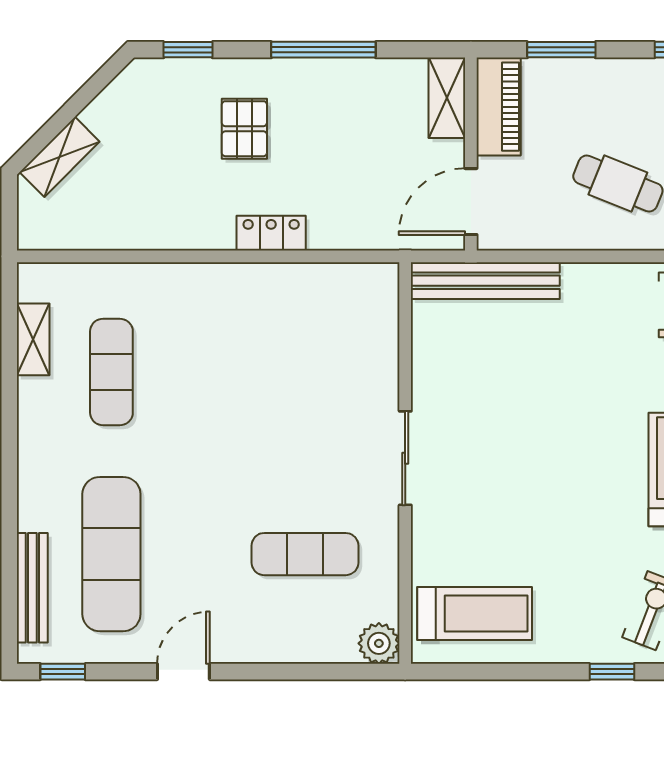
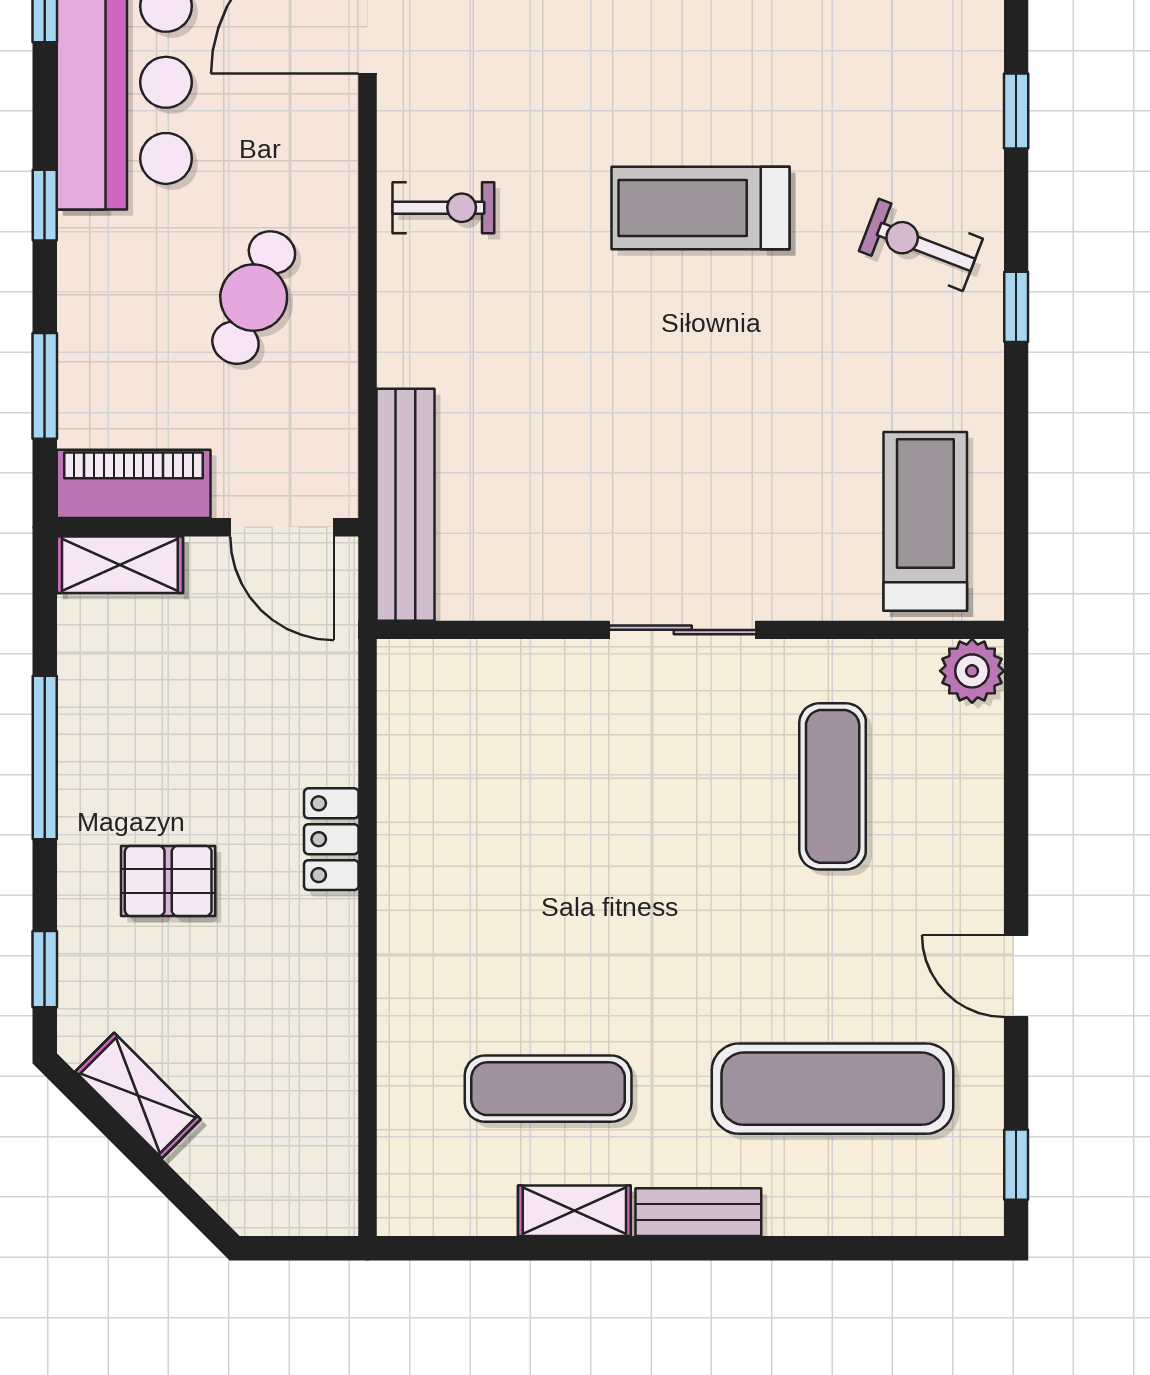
shelving: (60, 157) -> (138, 1096), moved
shelving: (33, 339) -> (574, 1211), moved
bench: (32, 588) -> (698, 1212), moved, width x0.73

